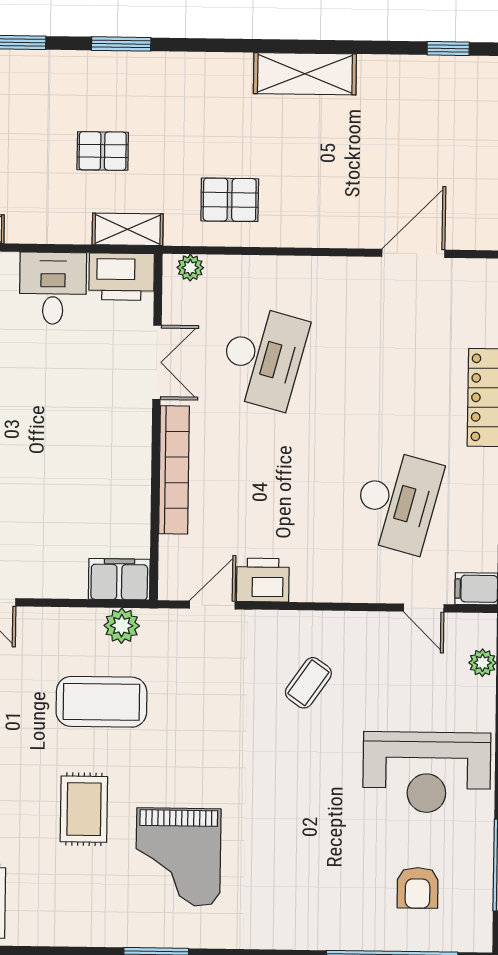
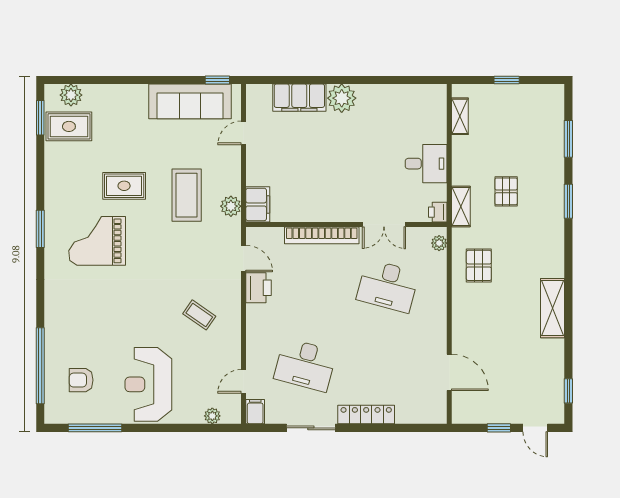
printer: (122, 277) -> (438, 212), width x0.53, depth x0.68

